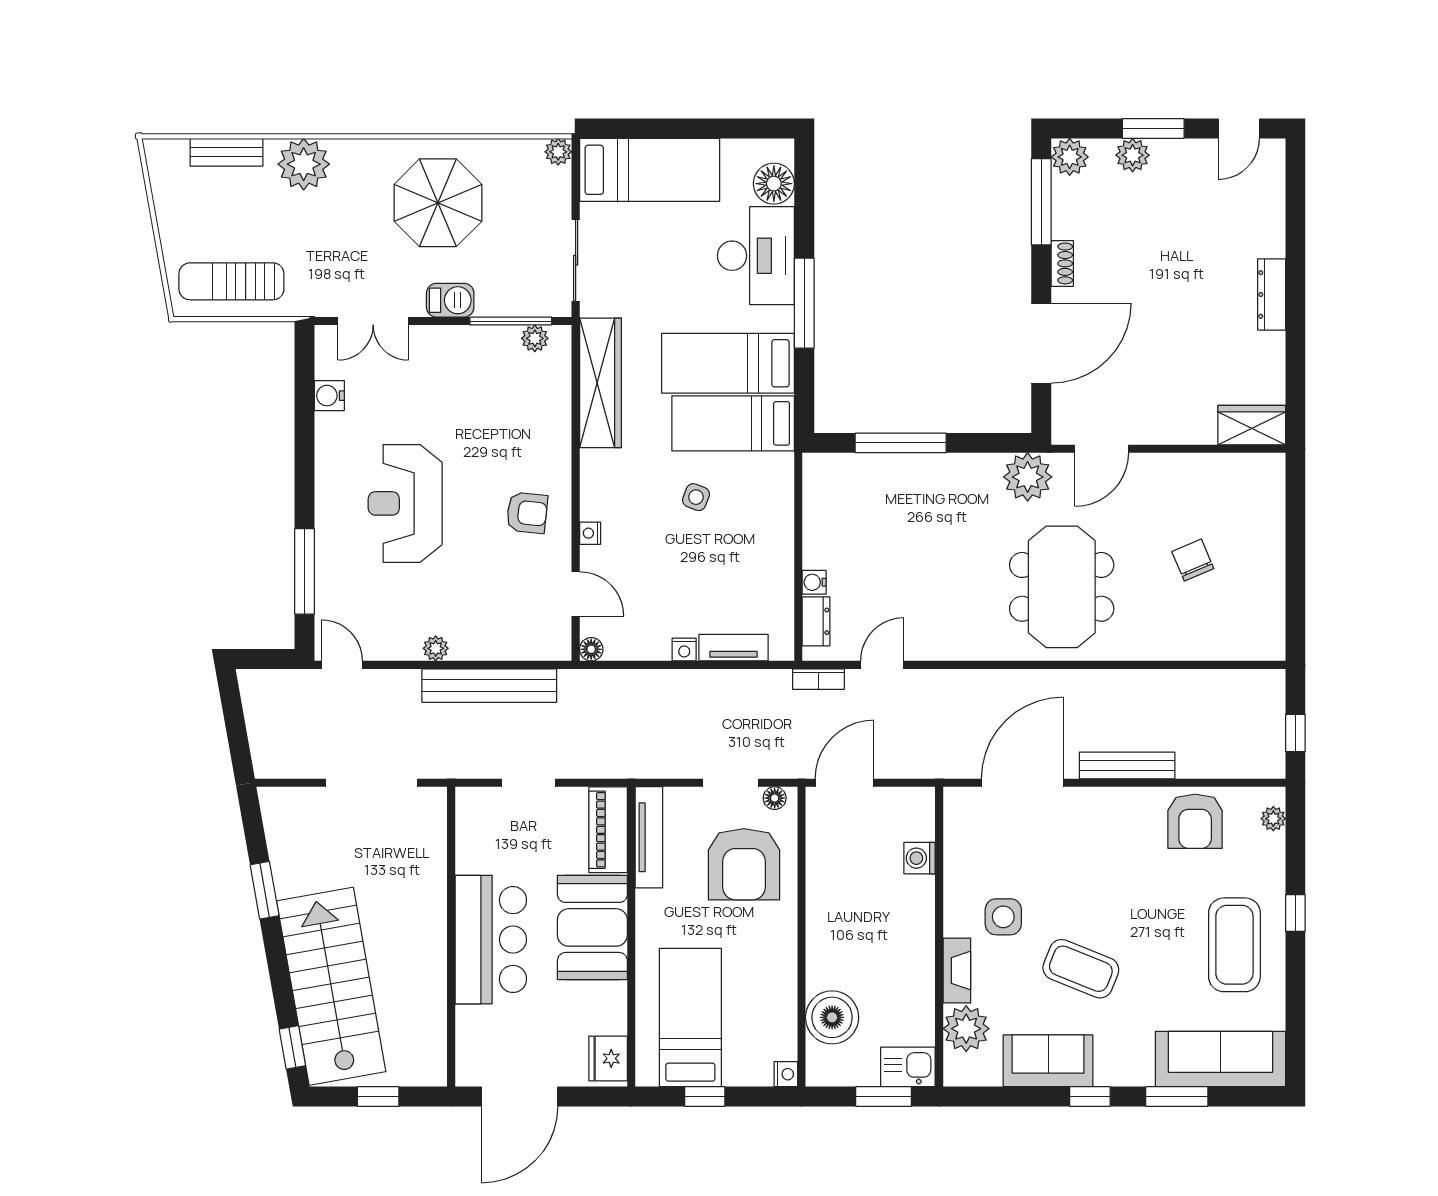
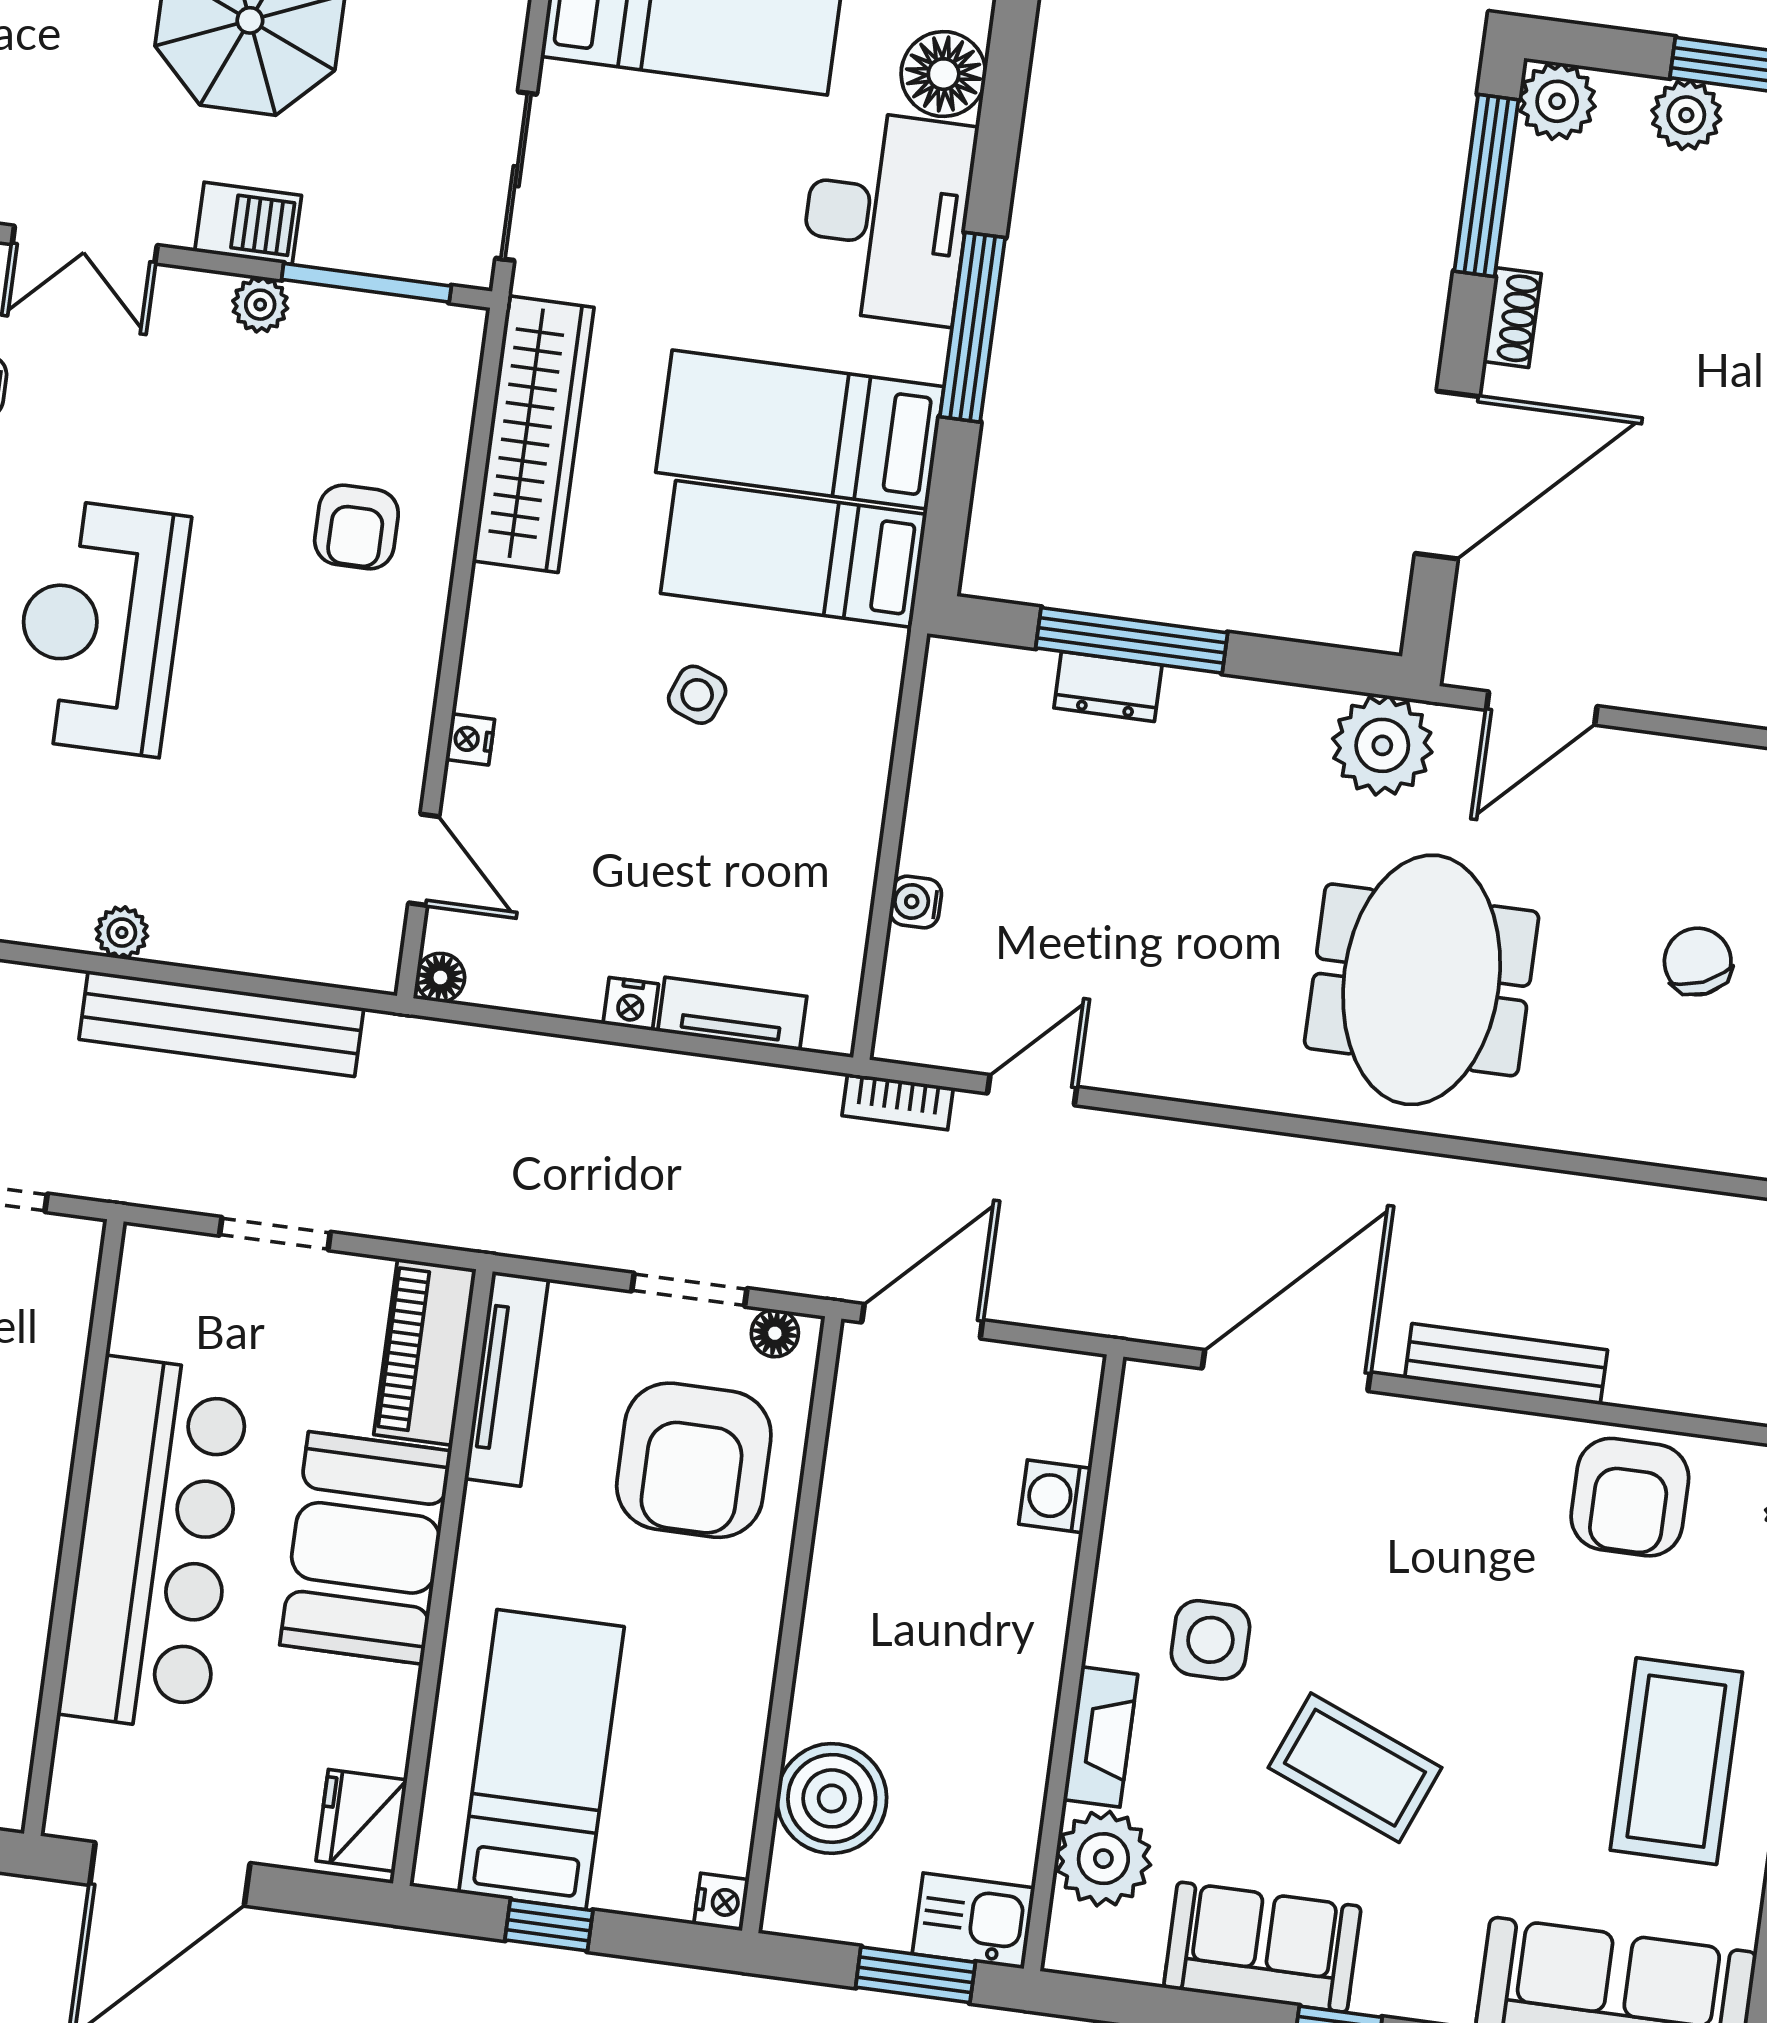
plant: (535, 338) -> (260, 305), moved
armchair: (527, 513) -> (356, 527), moved, turned 84
dresser: (816, 621) -> (1108, 686), moved, turned 90
bar counter: (491, 940) -> (154, 1544), width x1.36

